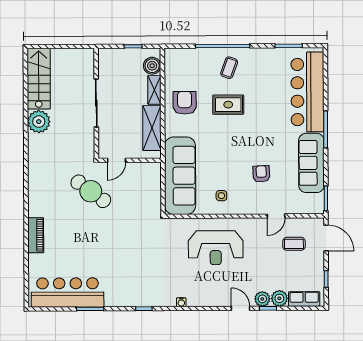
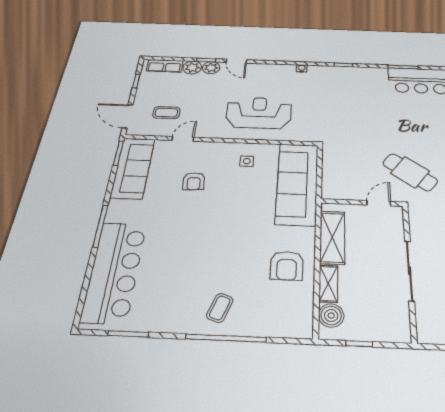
rug: (228, 105) -> (227, 261), removed
sofa: (311, 163) -> (133, 168), moved

